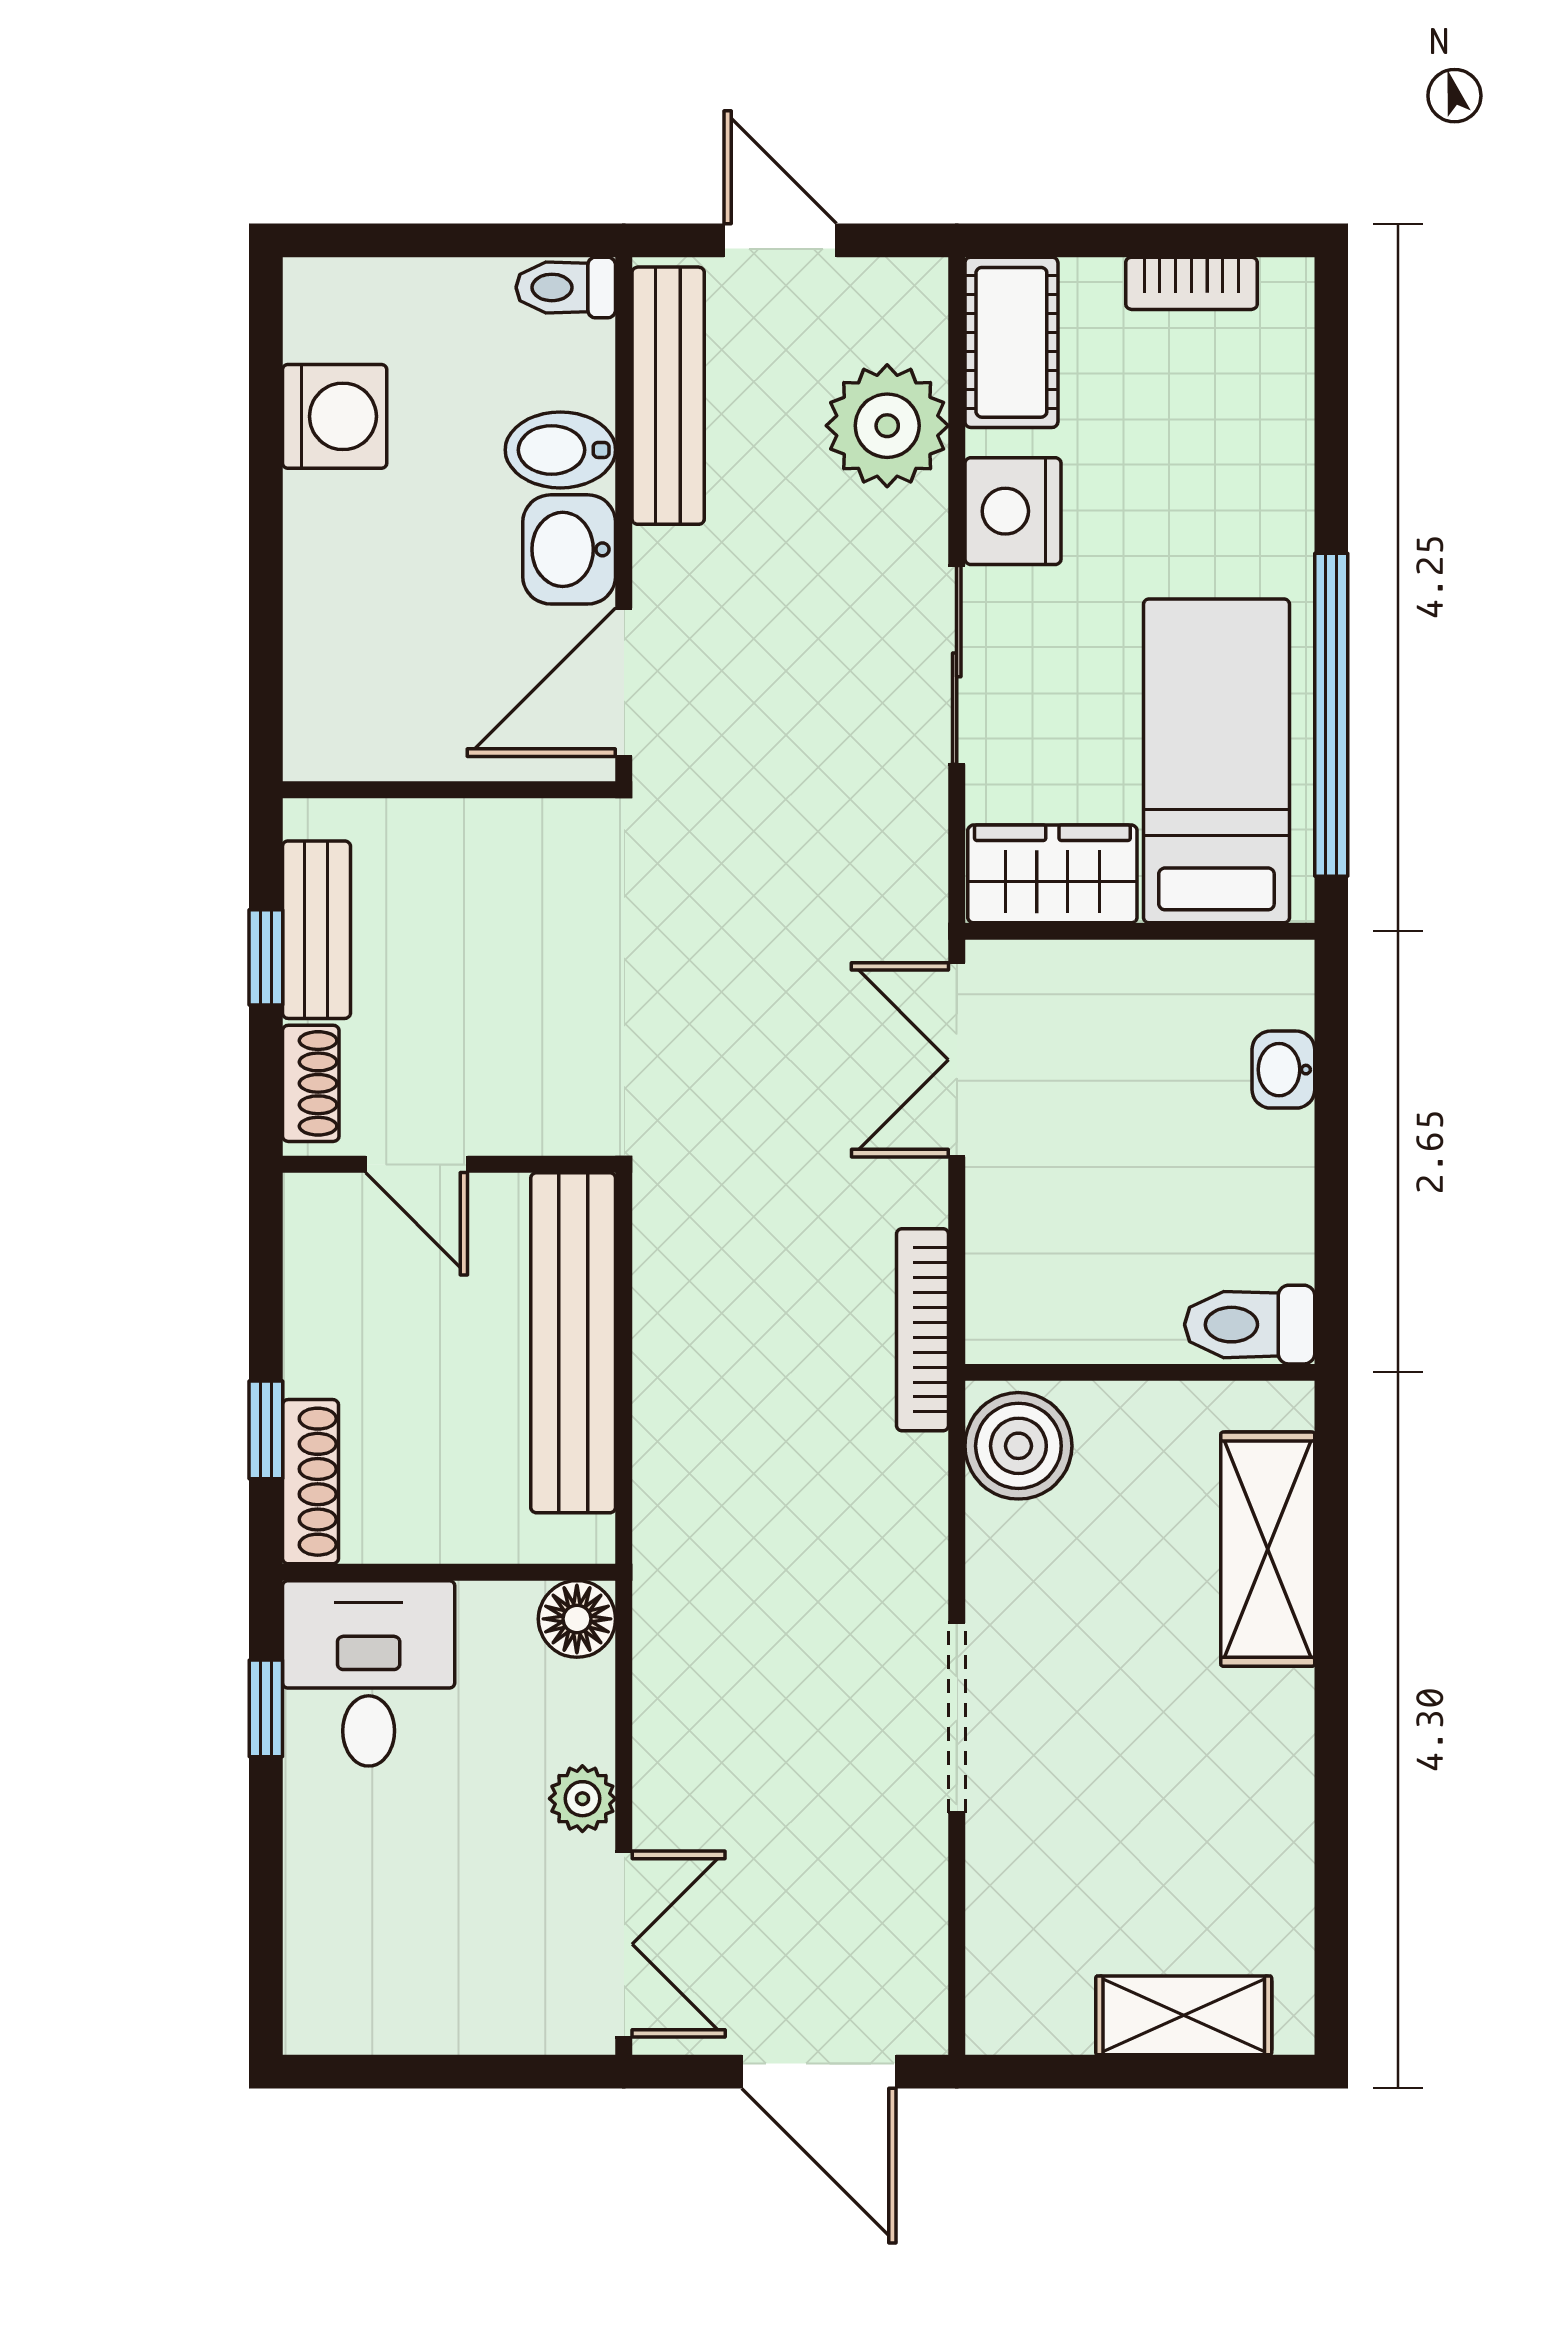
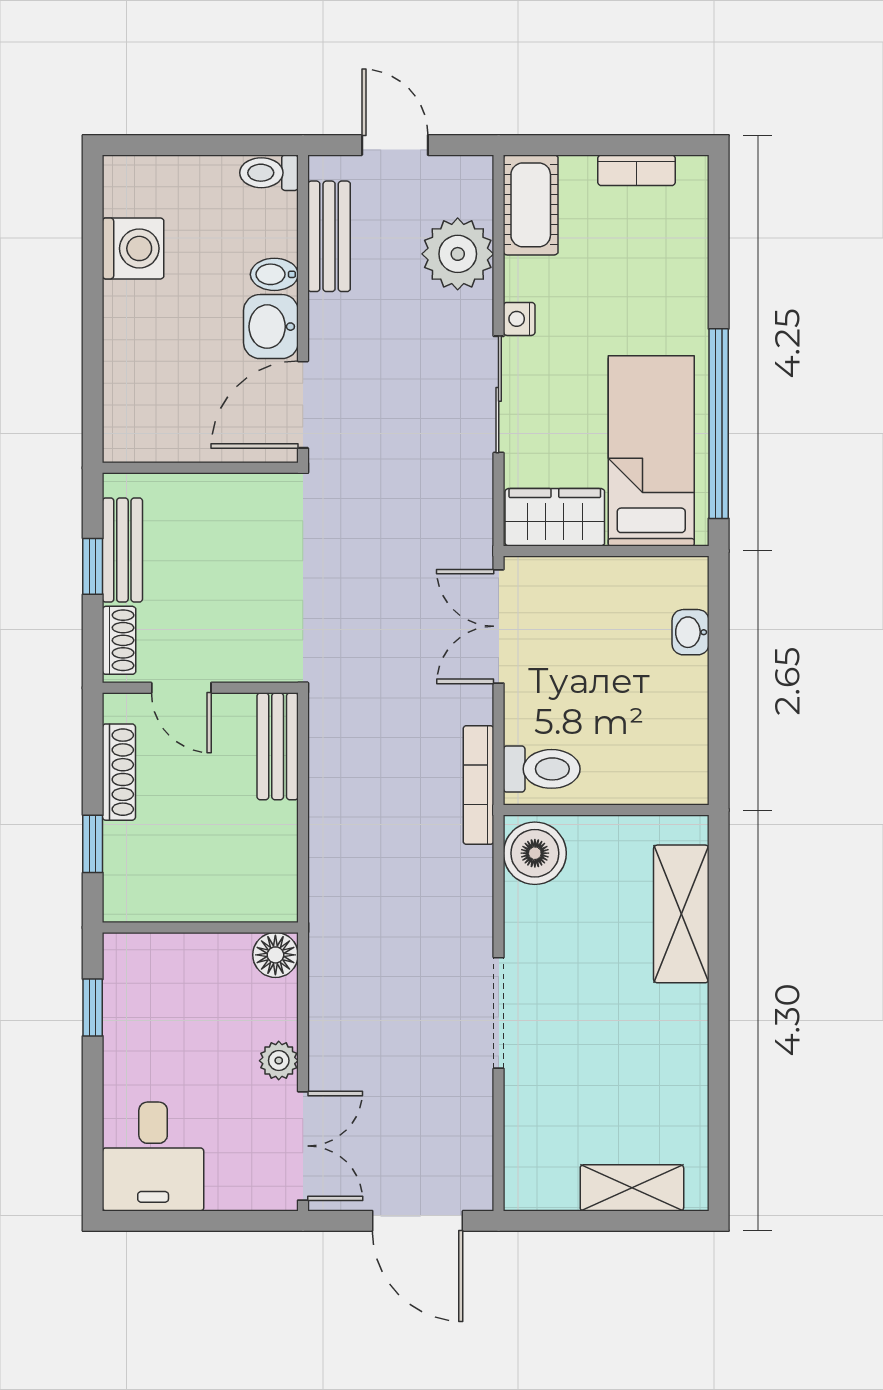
bench: (668, 396) -> (329, 236), width x0.73
bidet: (560, 450) -> (274, 274), width x0.72, depth x0.74
nightstand: (1013, 511) -> (519, 319), width x0.53, depth x0.56
toilet: (1250, 1325) -> (542, 769), moved, turned 180
bench: (573, 1343) -> (278, 746), width x0.54, depth x0.82
shoe rack: (310, 1482) -> (119, 772), moved
desk: (369, 1673) -> (153, 1157), moved, turned 180

